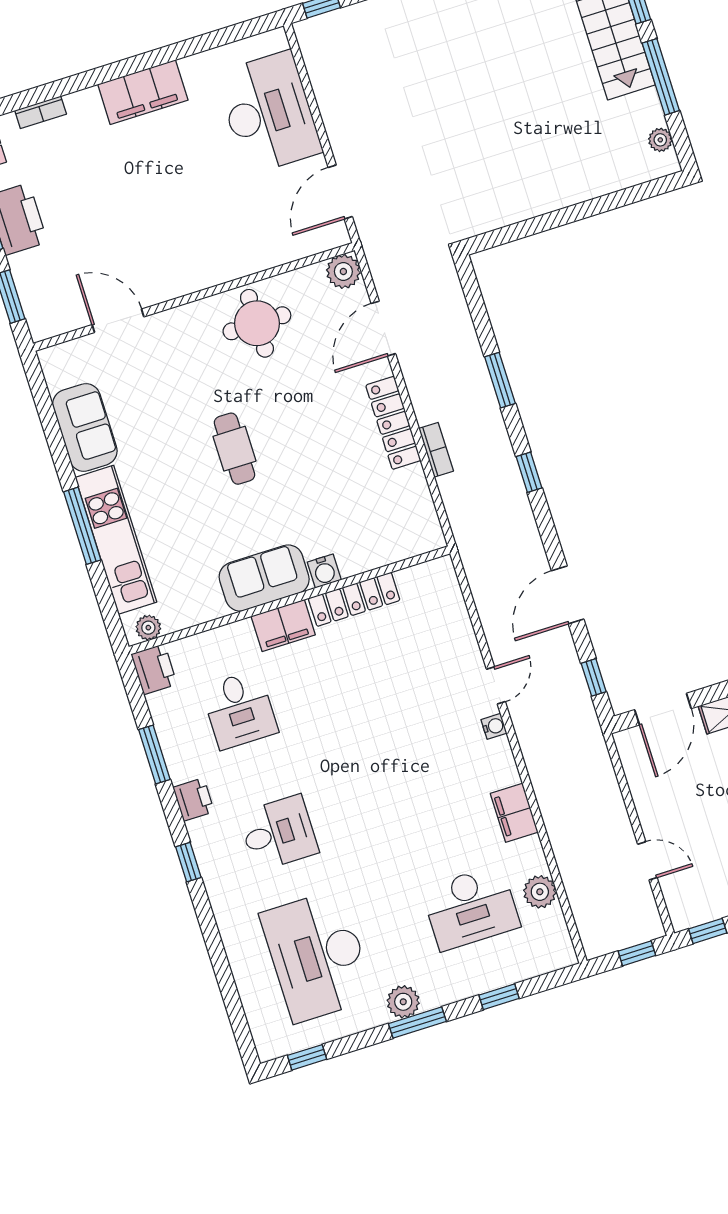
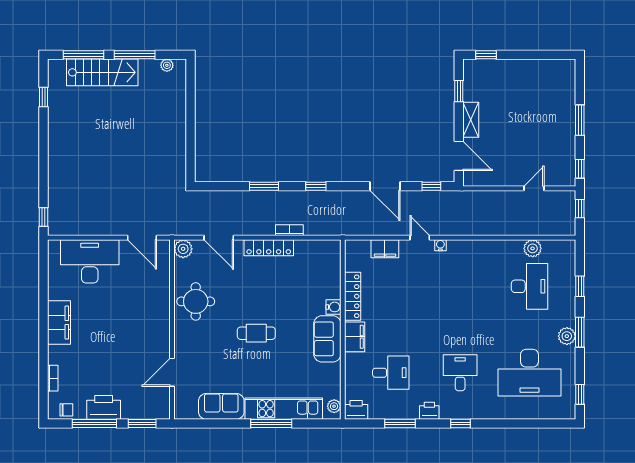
filing cabinet: (514, 813) -> (385, 249), moved

